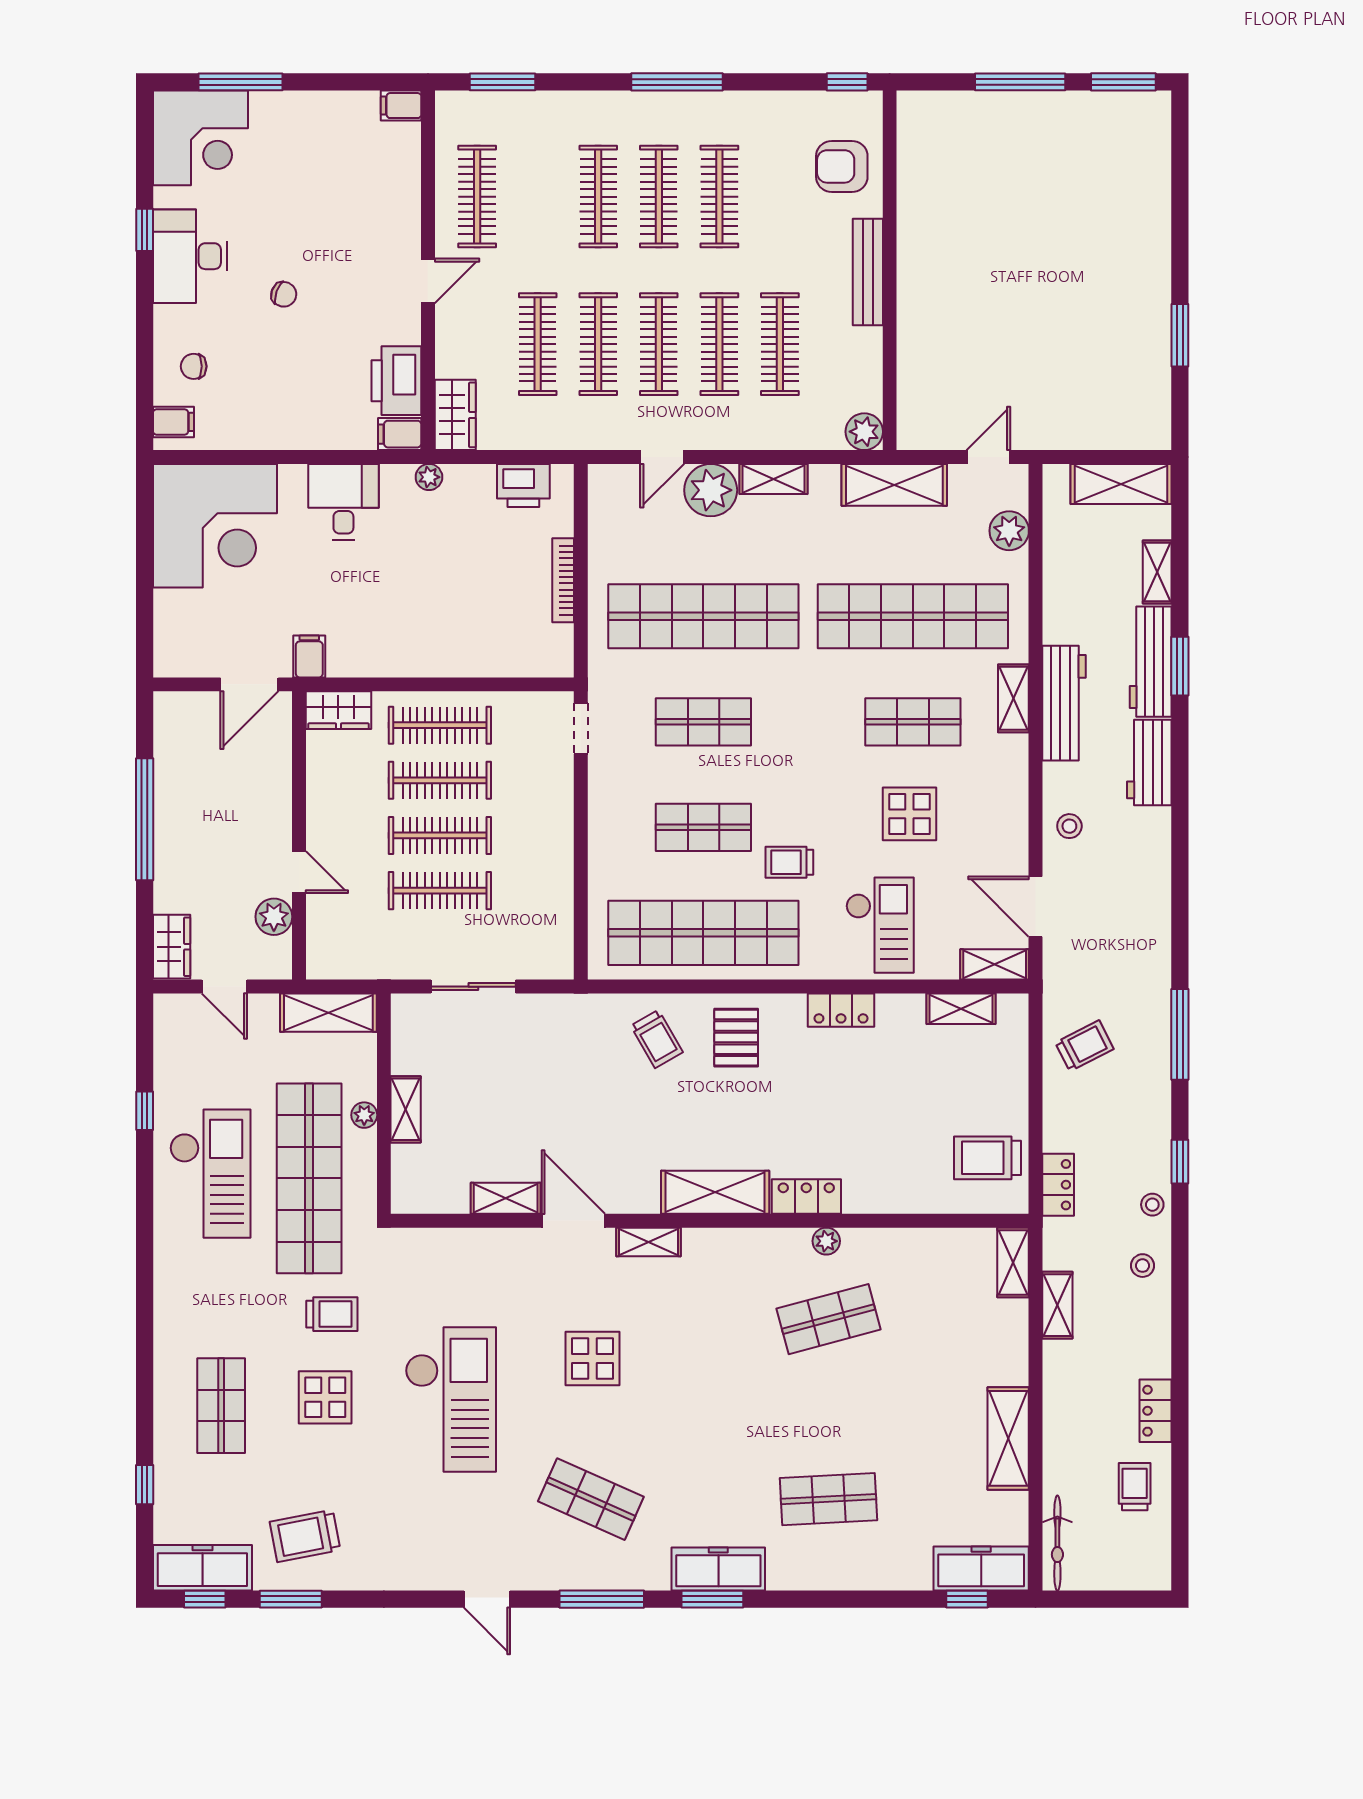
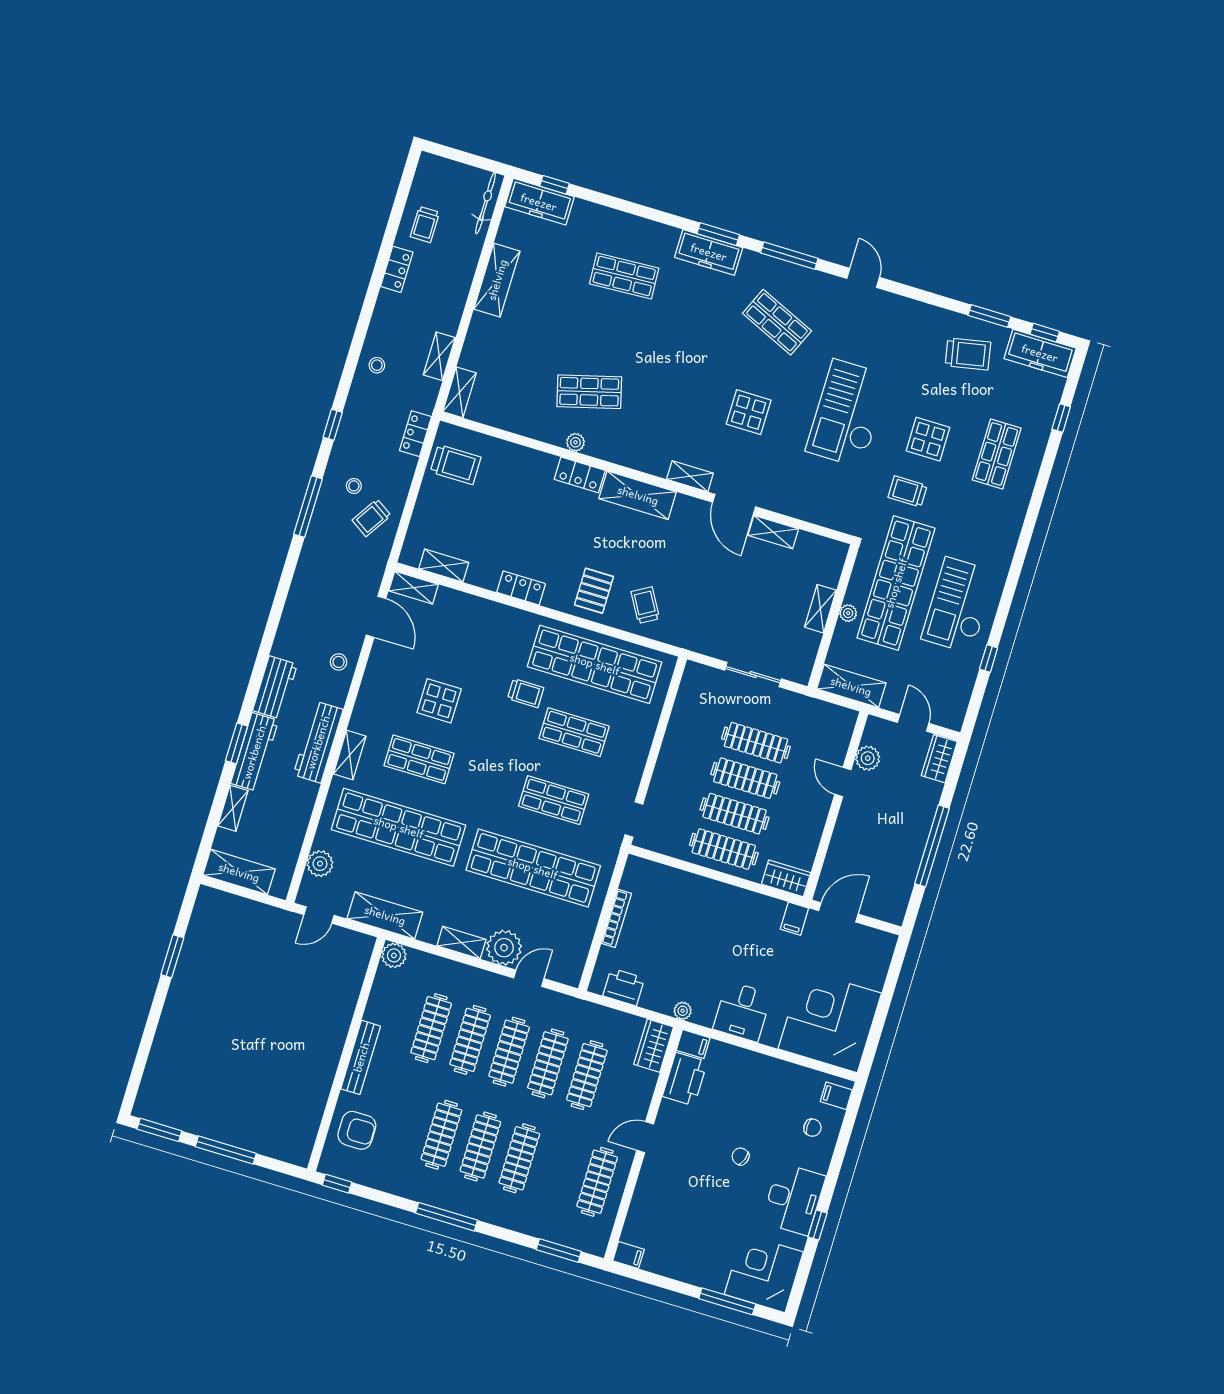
checkout: (880, 925) -> (480, 635), removed
trolley: (1084, 1046) -> (372, 518), turned -30
stool: (1152, 1205) -> (354, 486), moved

